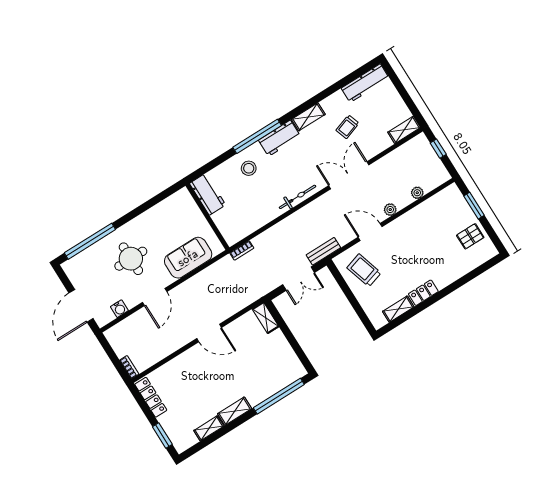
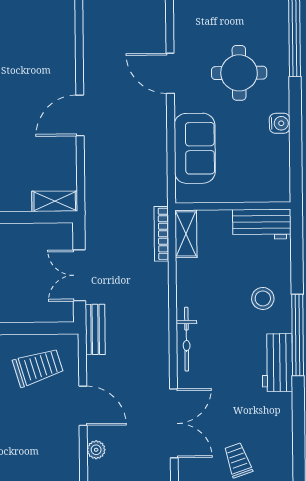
shelving: (308, 117) -> (186, 234), moved
door: (370, 232) -> (83, 406), hinge flipped
bookcase: (242, 250) -> (161, 234), width x1.56
water cooler: (119, 309) -> (280, 123), moved, turned 180

